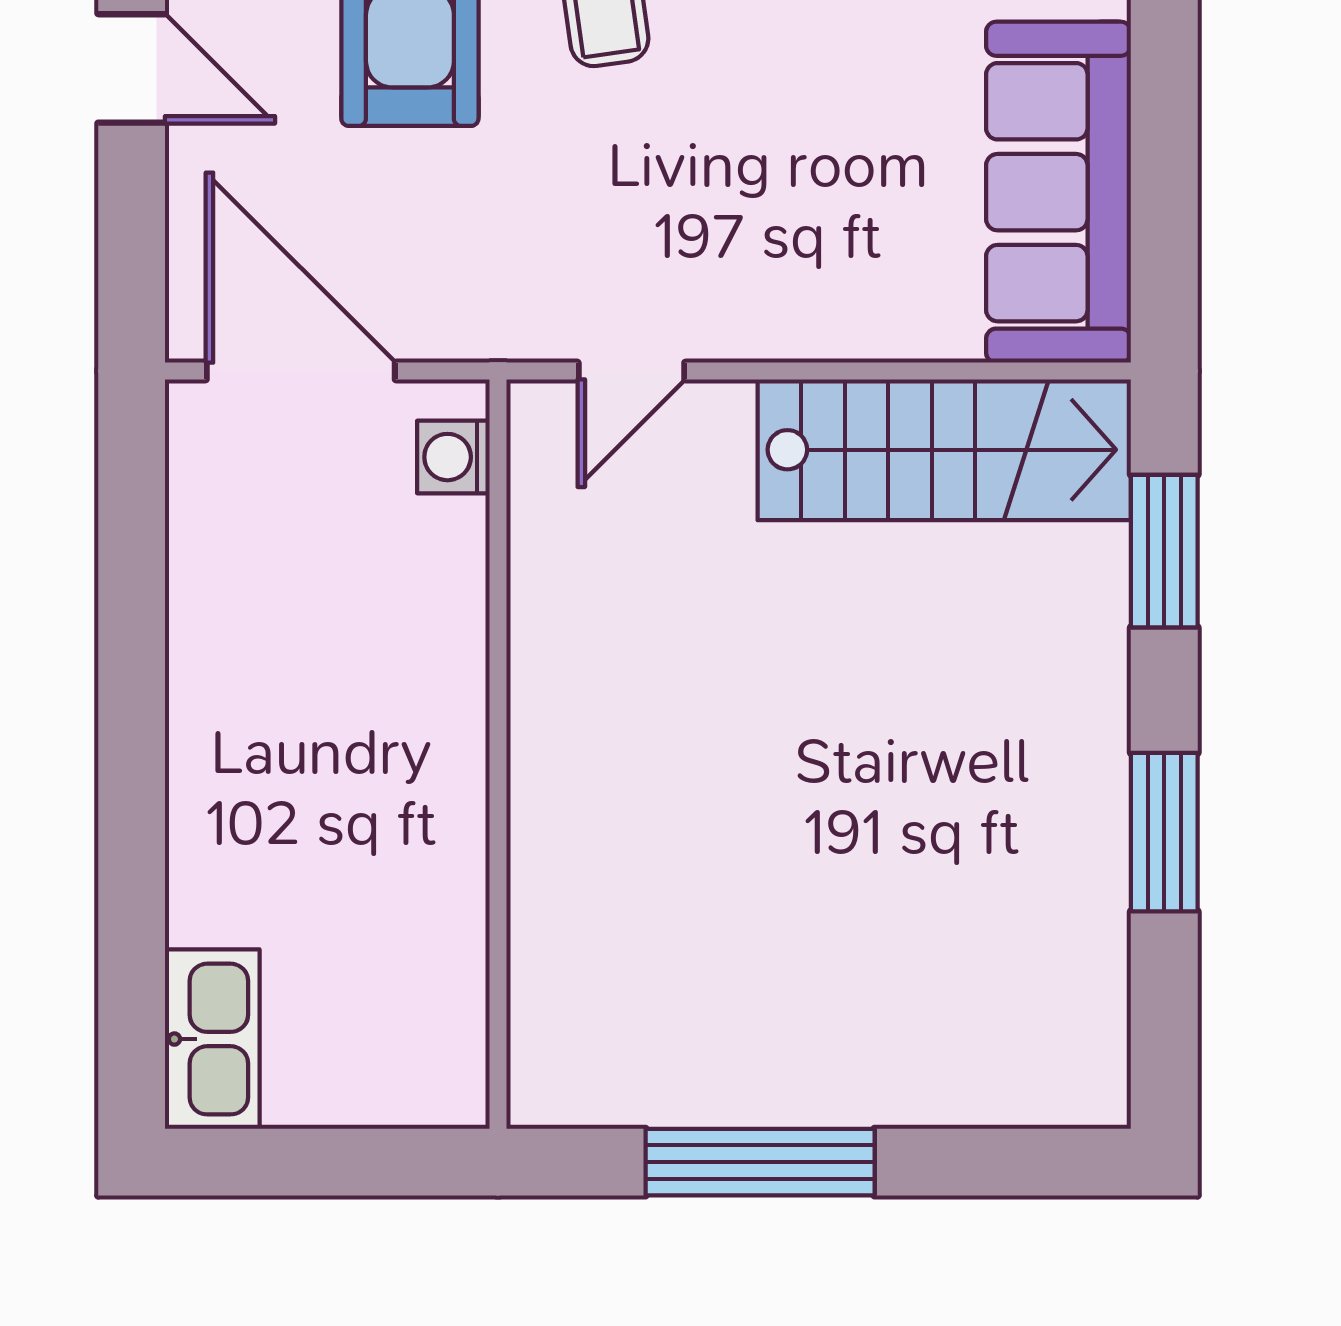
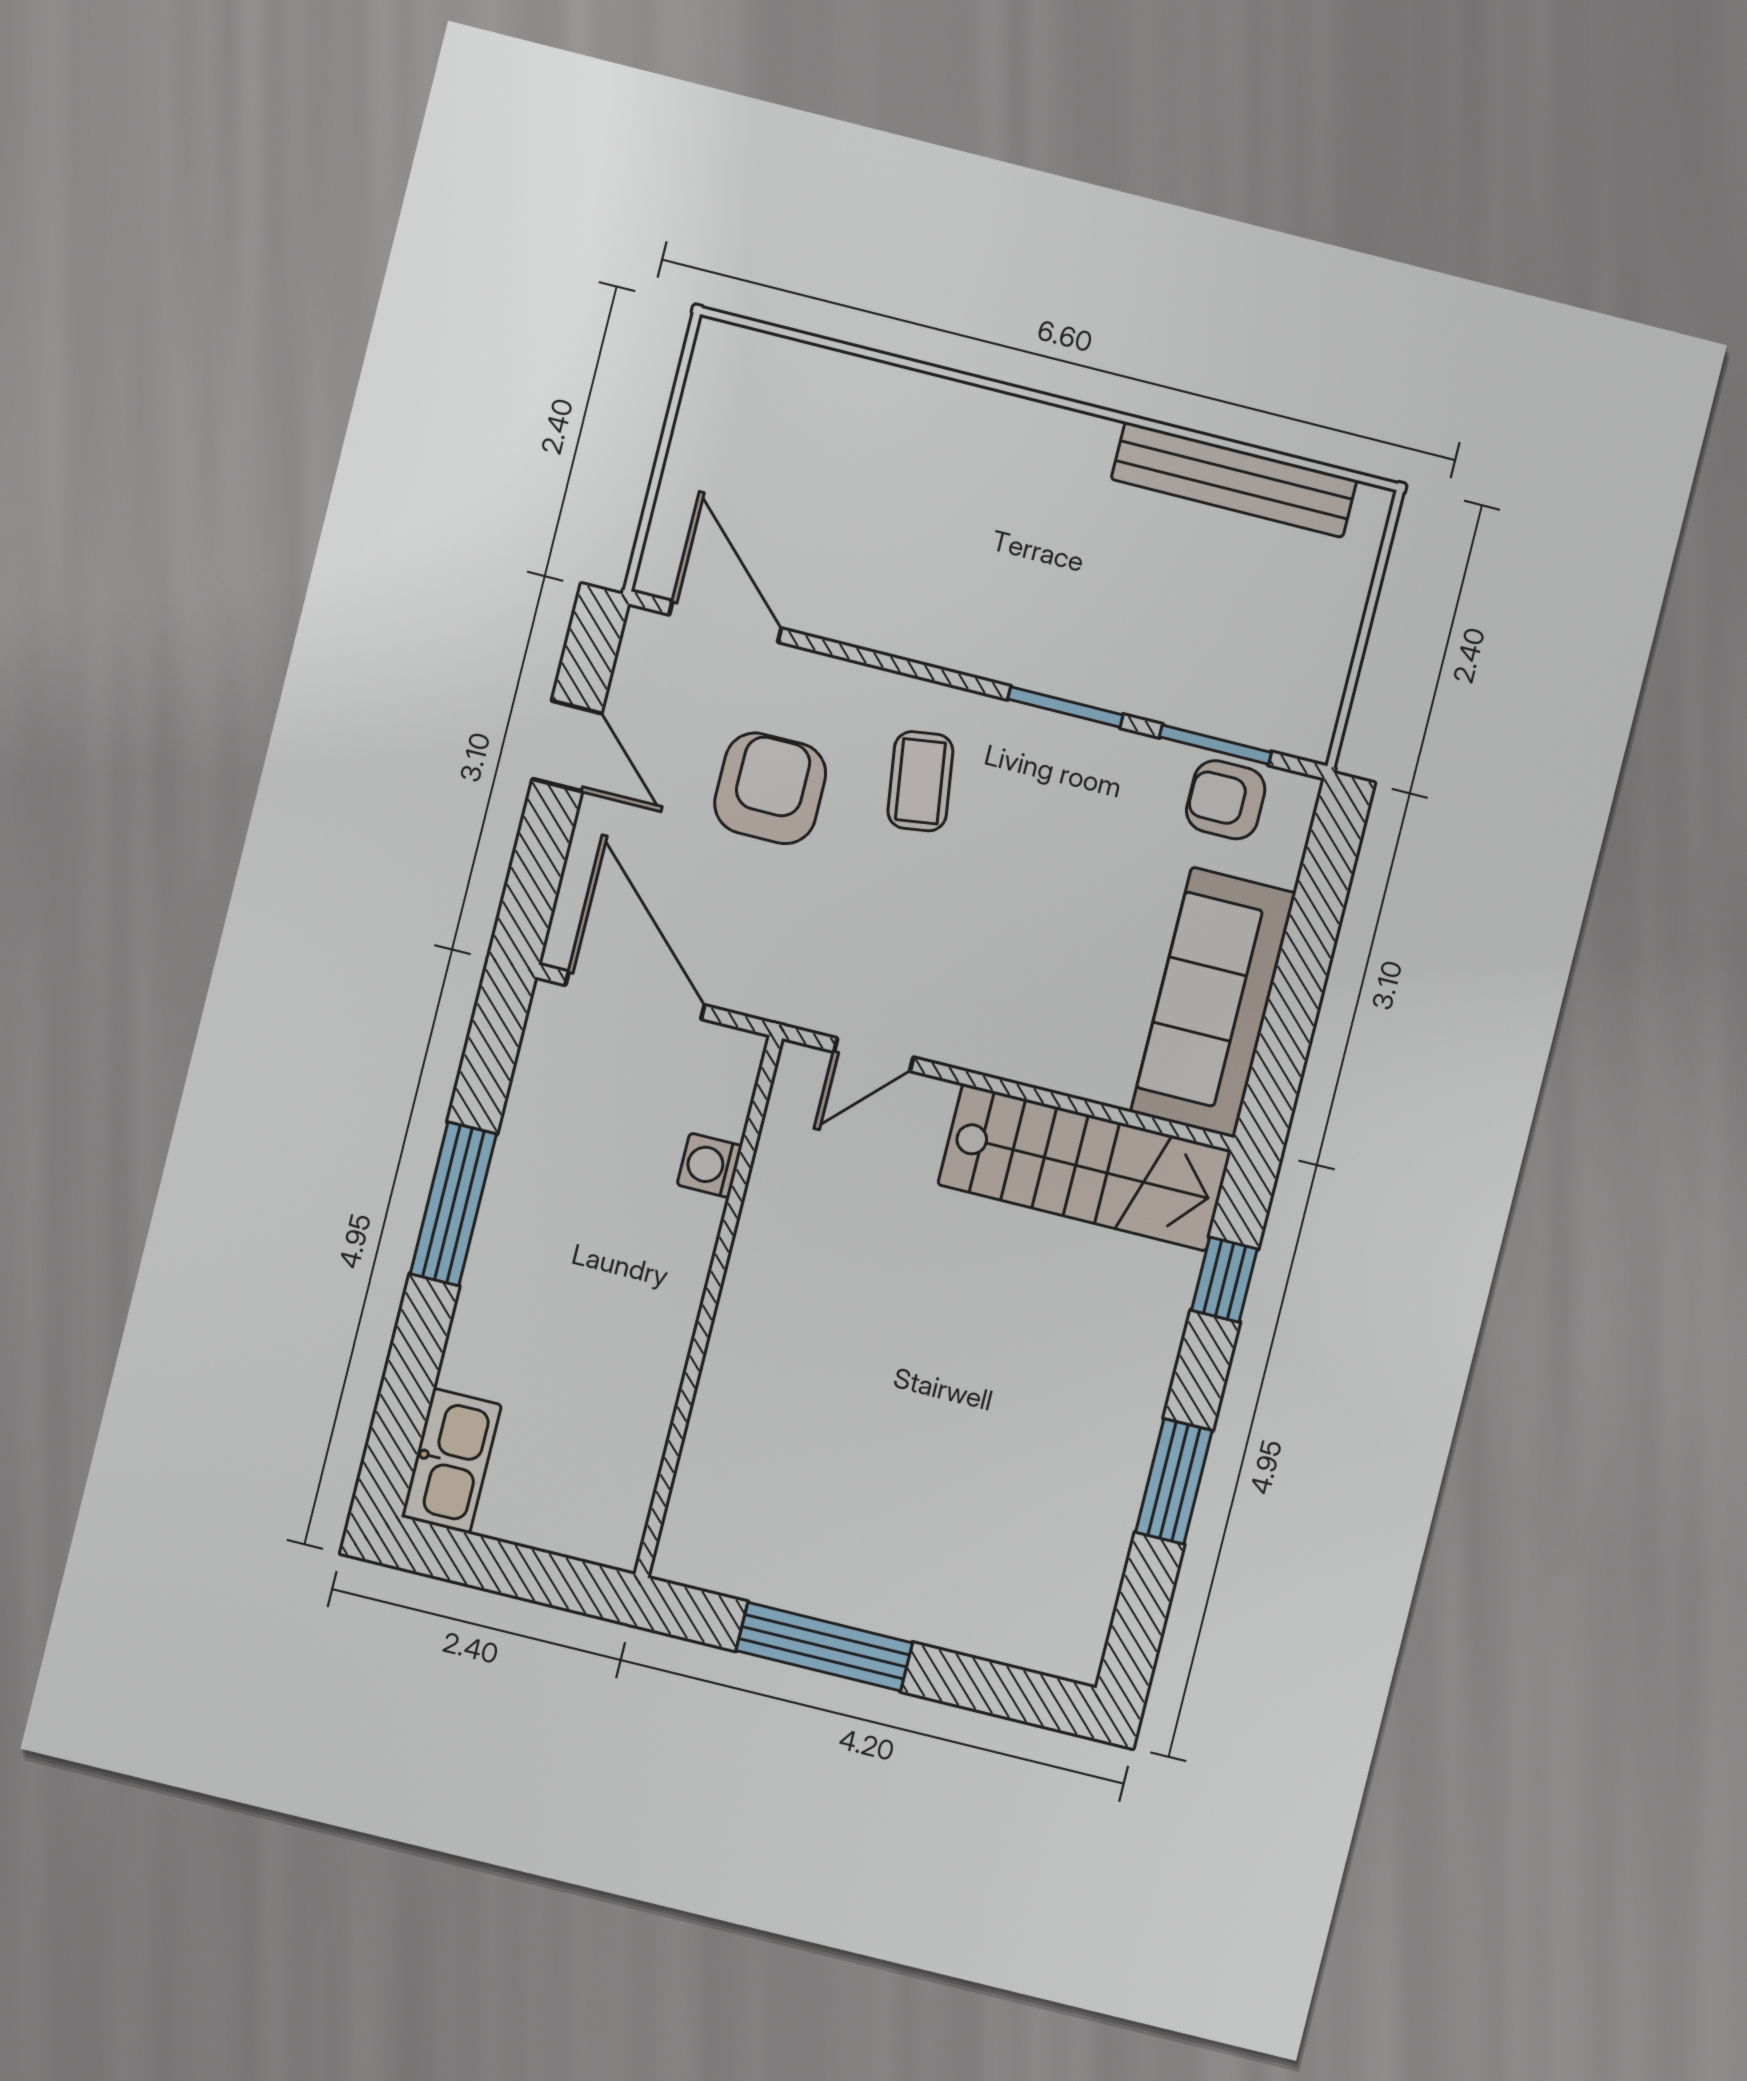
washing machine: (453, 457) -> (710, 1165), moved
window: (1164, 551) -> (1224, 1280), width x0.67
window: (132, 702) -> (453, 1204), added

